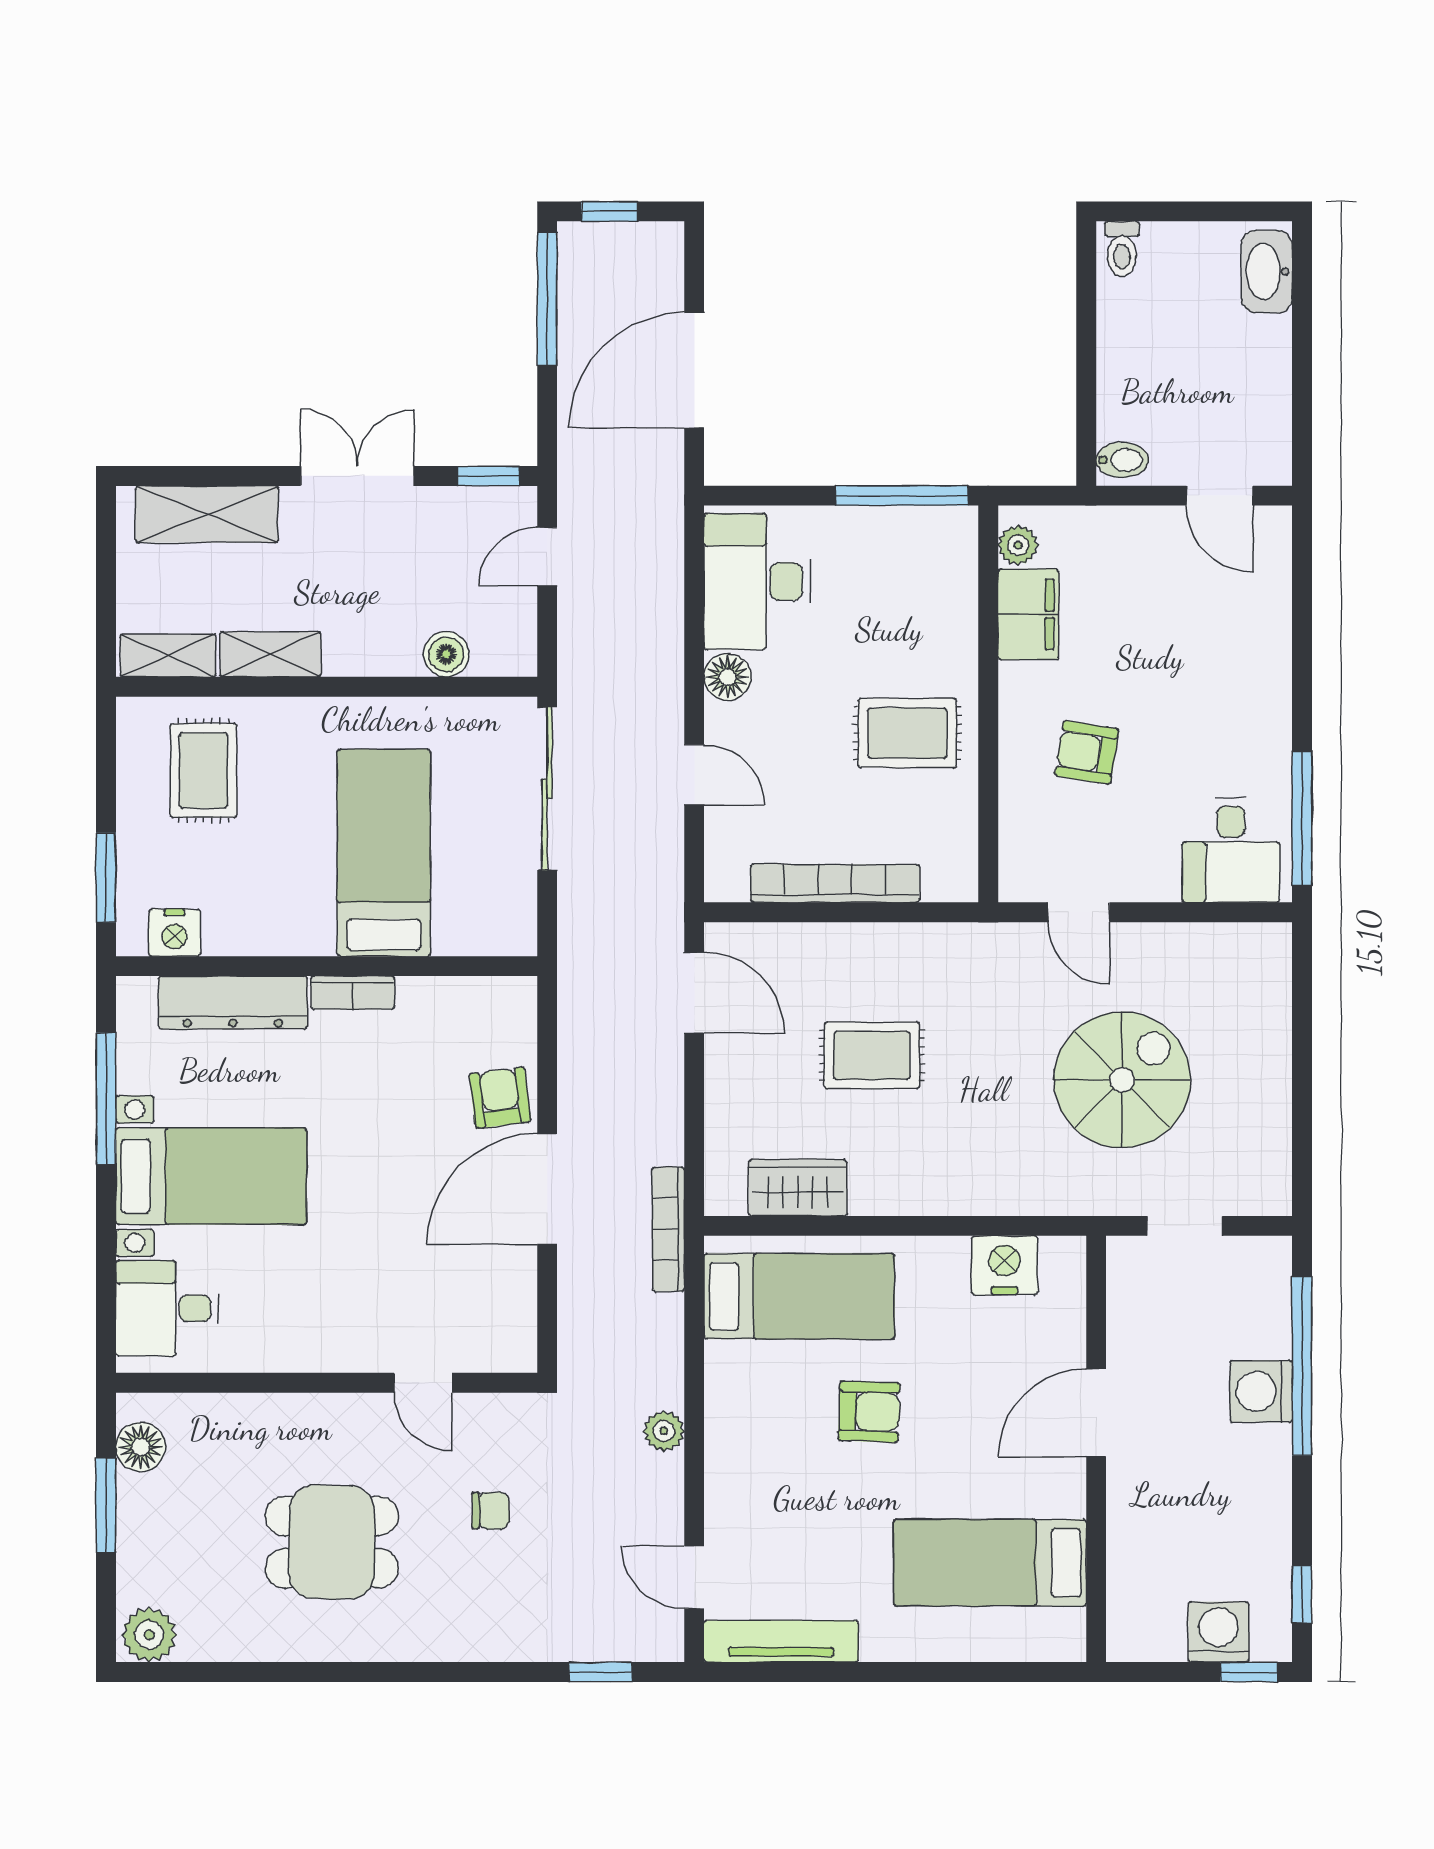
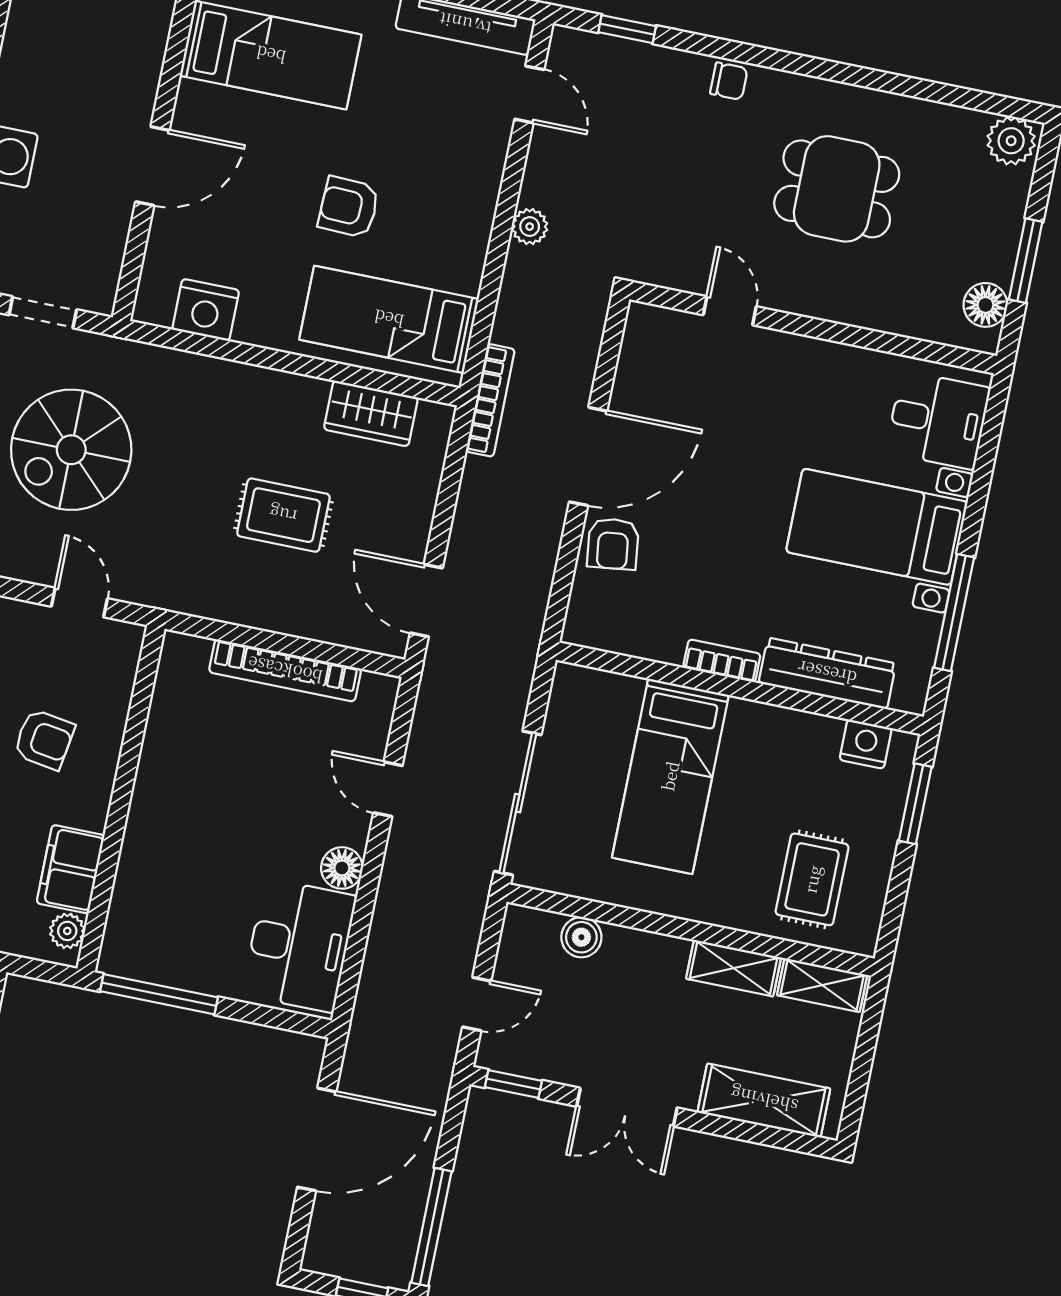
rug: (907, 733) -> (196, 788), removed
chair: (490, 1511) -> (729, 81), moved, turned 180

